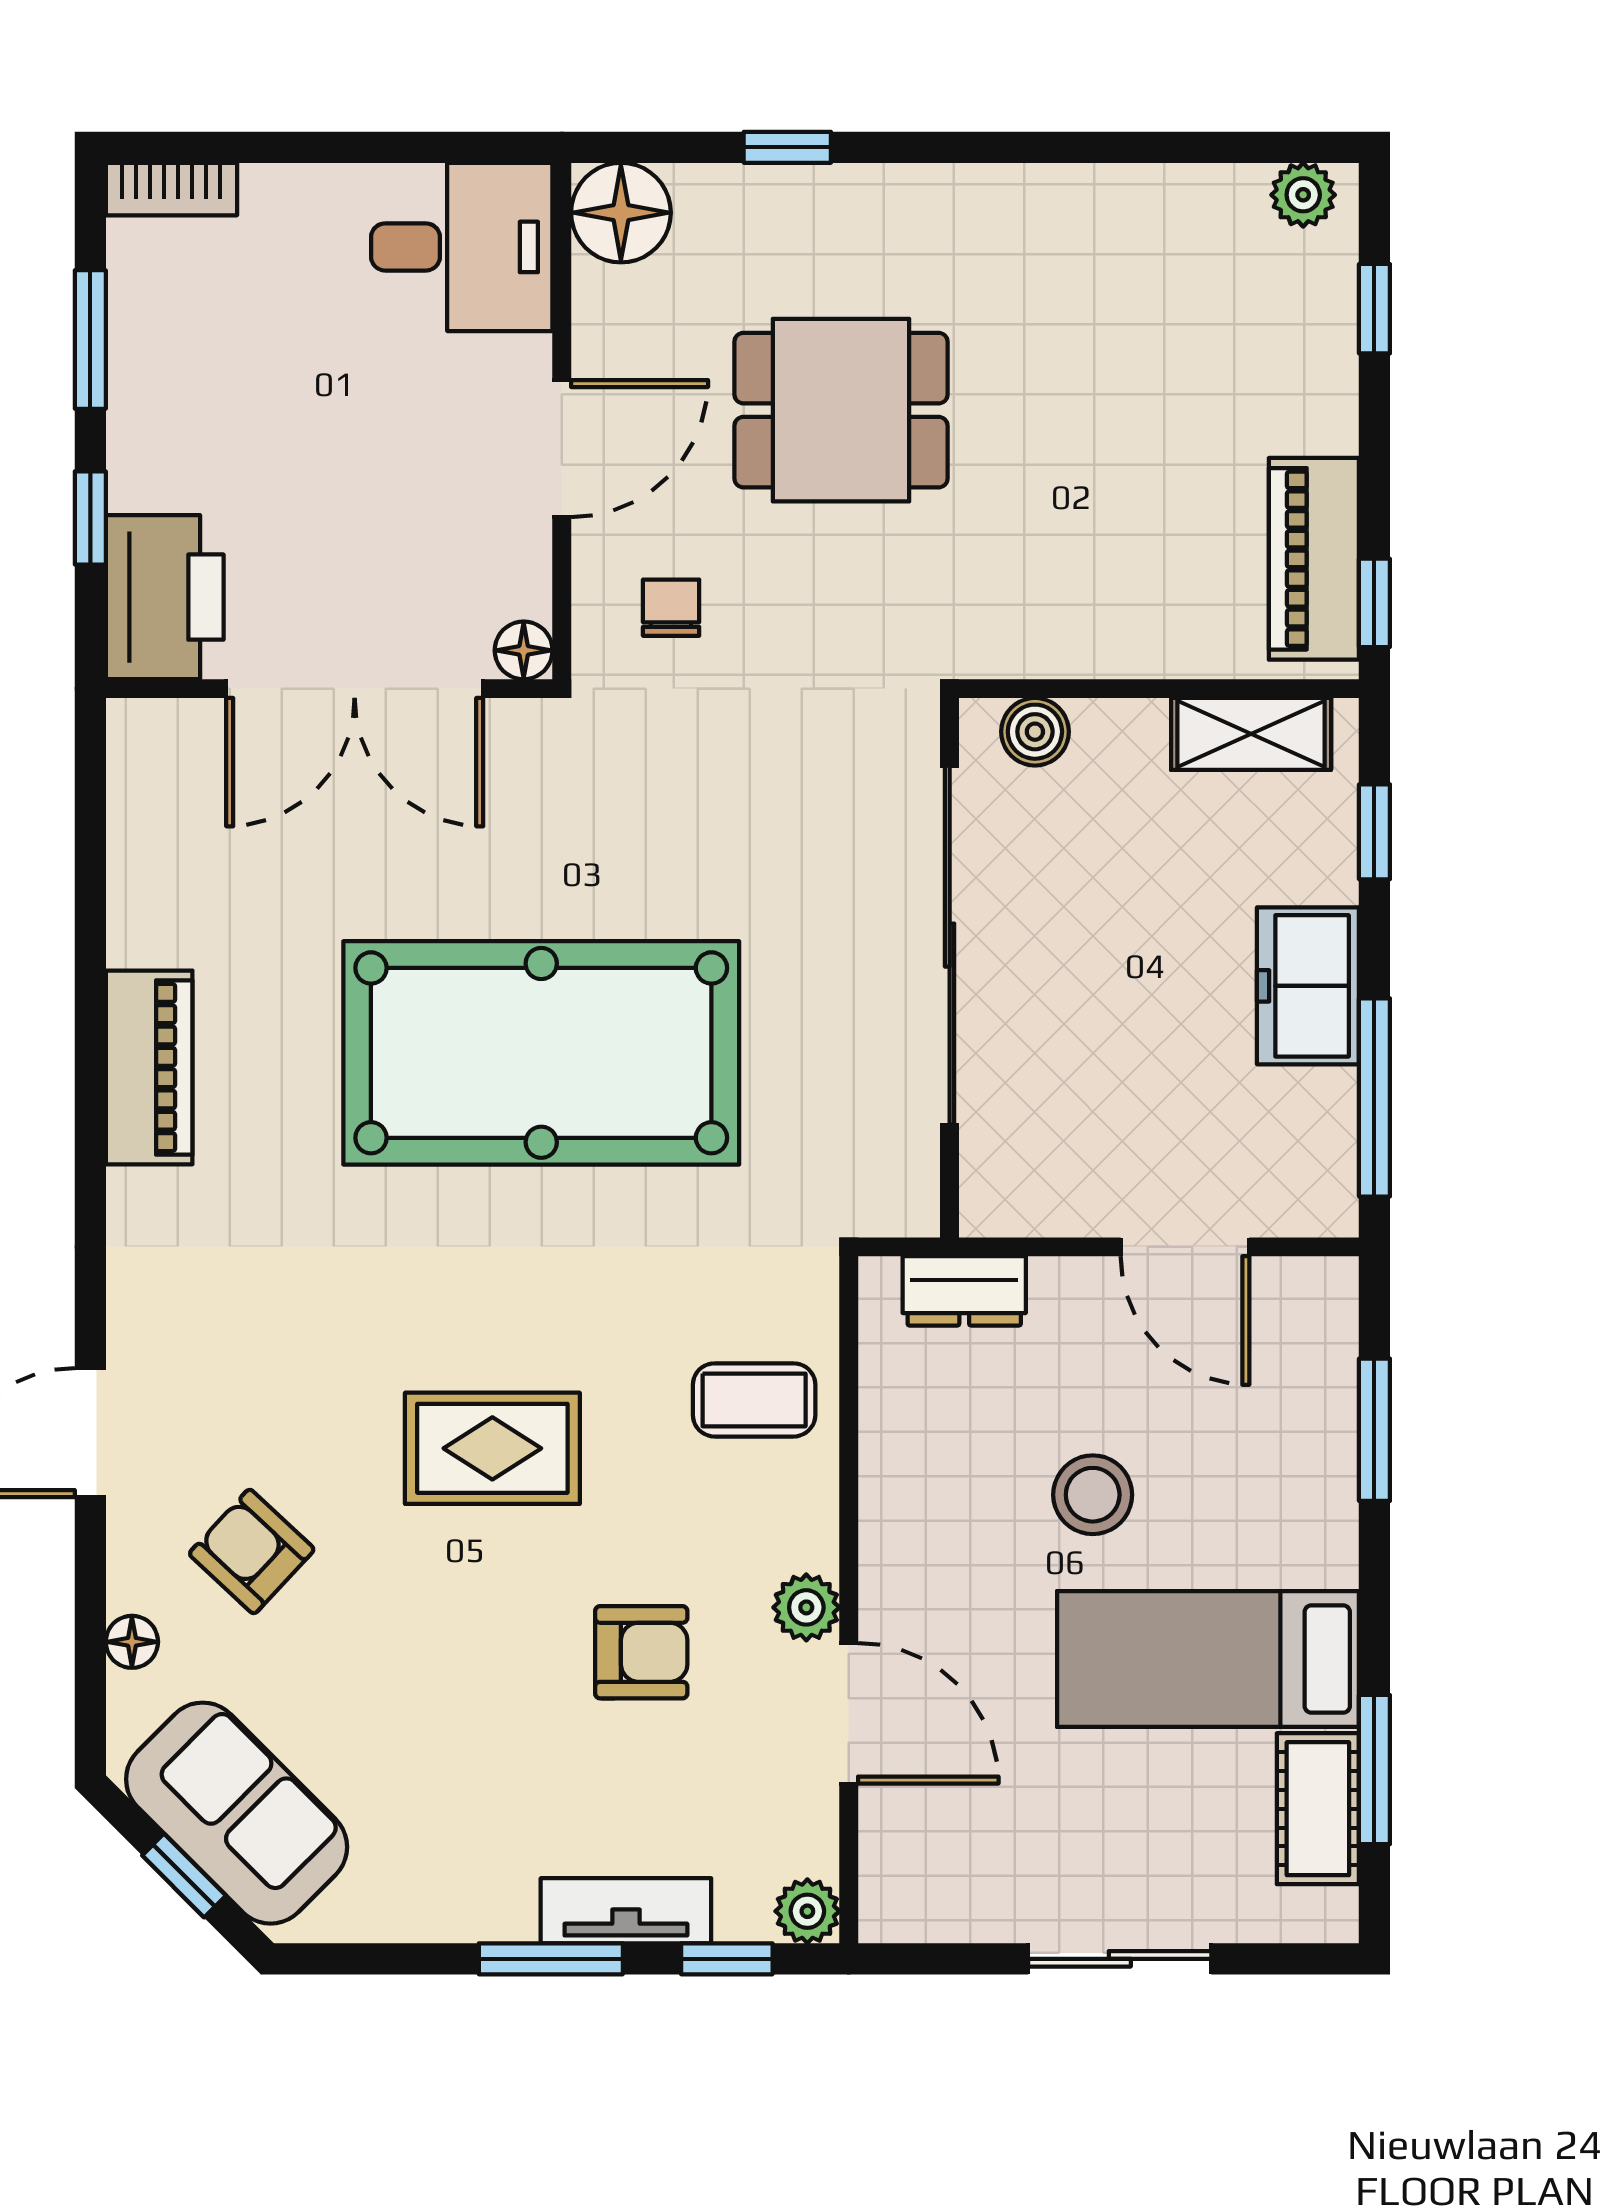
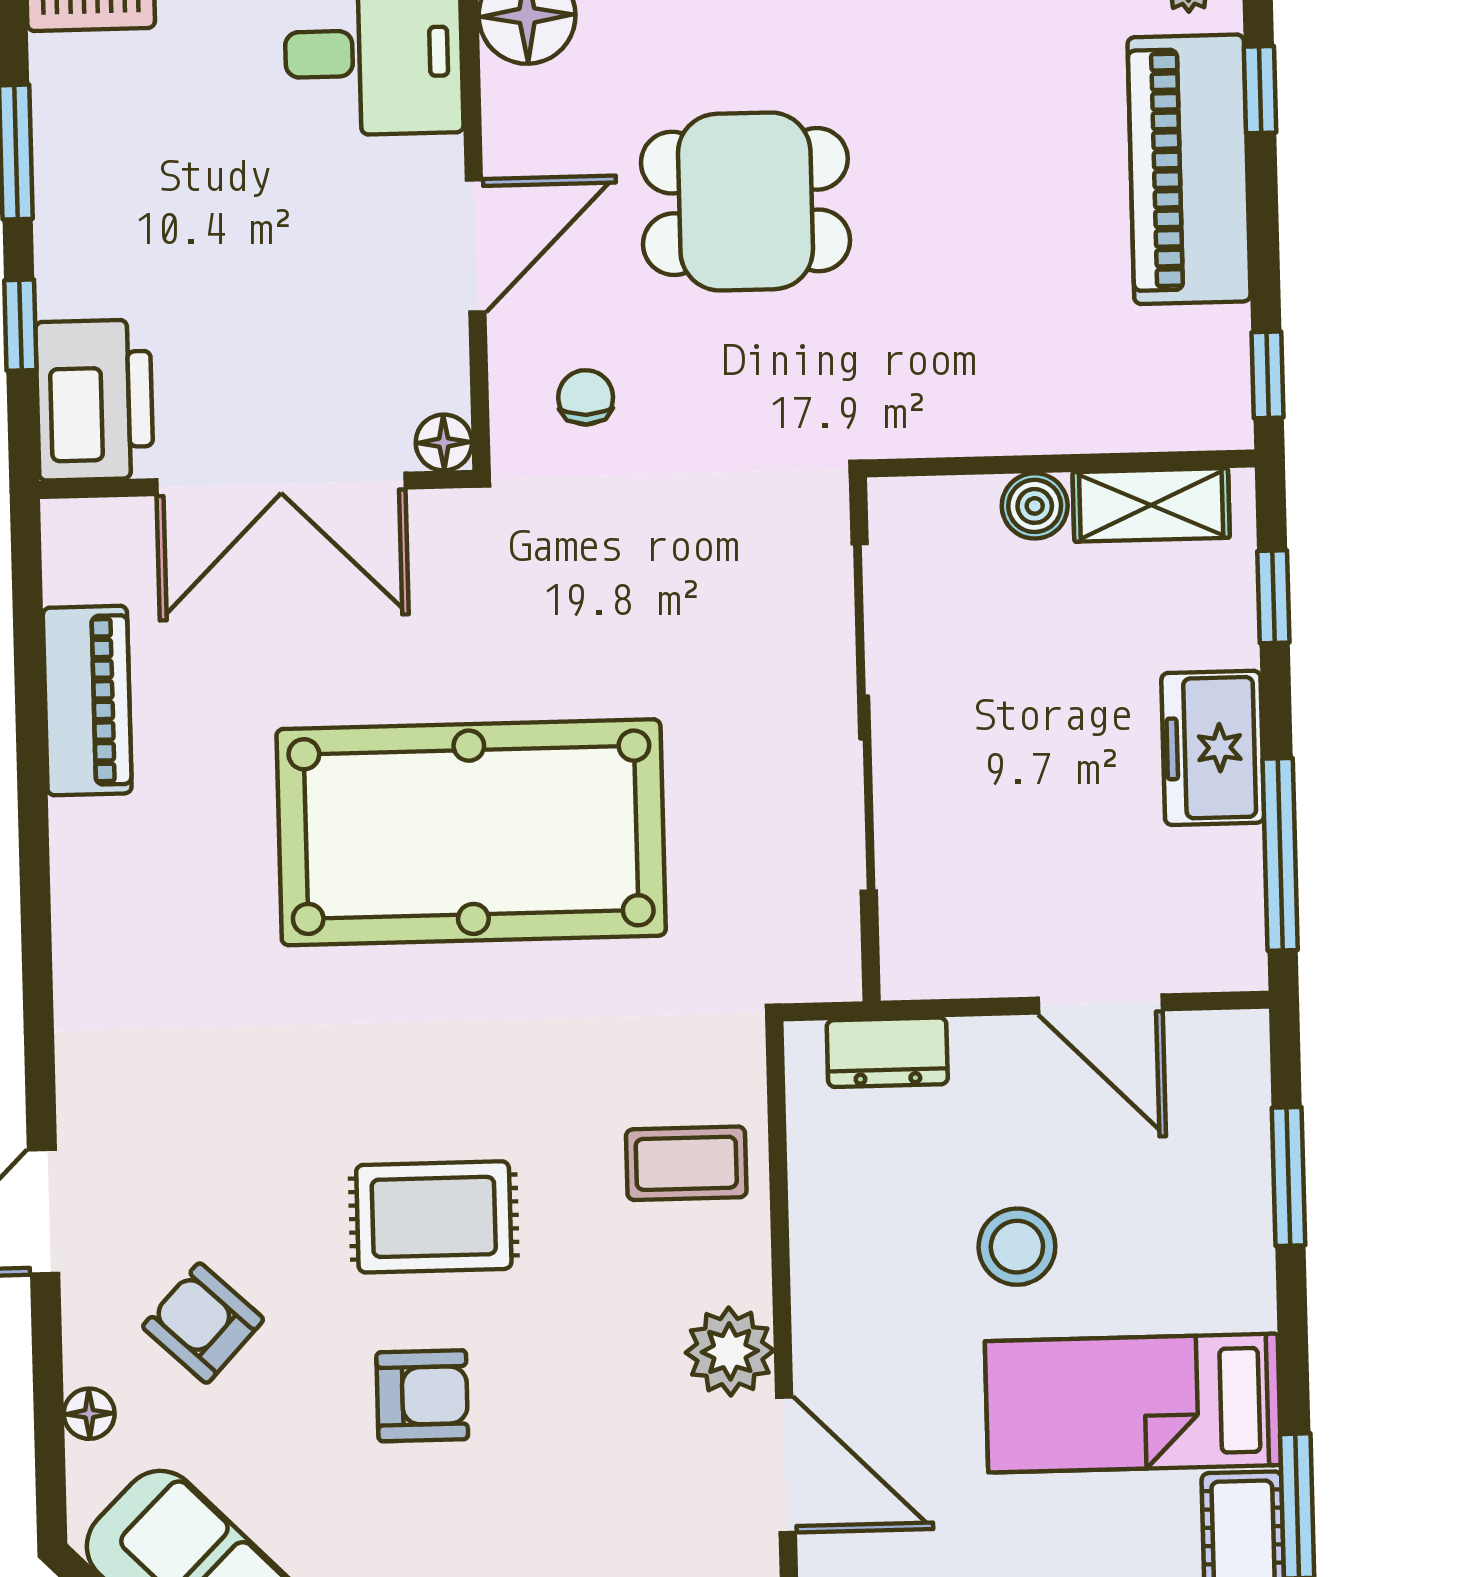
piano: (1314, 559) -> (1189, 169), moved, width x1.37, depth x1.33
boiler: (1035, 732) -> (1035, 506), moved
piano: (149, 1067) -> (87, 701), moved
plant: (806, 1607) -> (730, 1351), width x1.38, depth x1.38
armchair: (641, 1652) -> (422, 1396), moved

